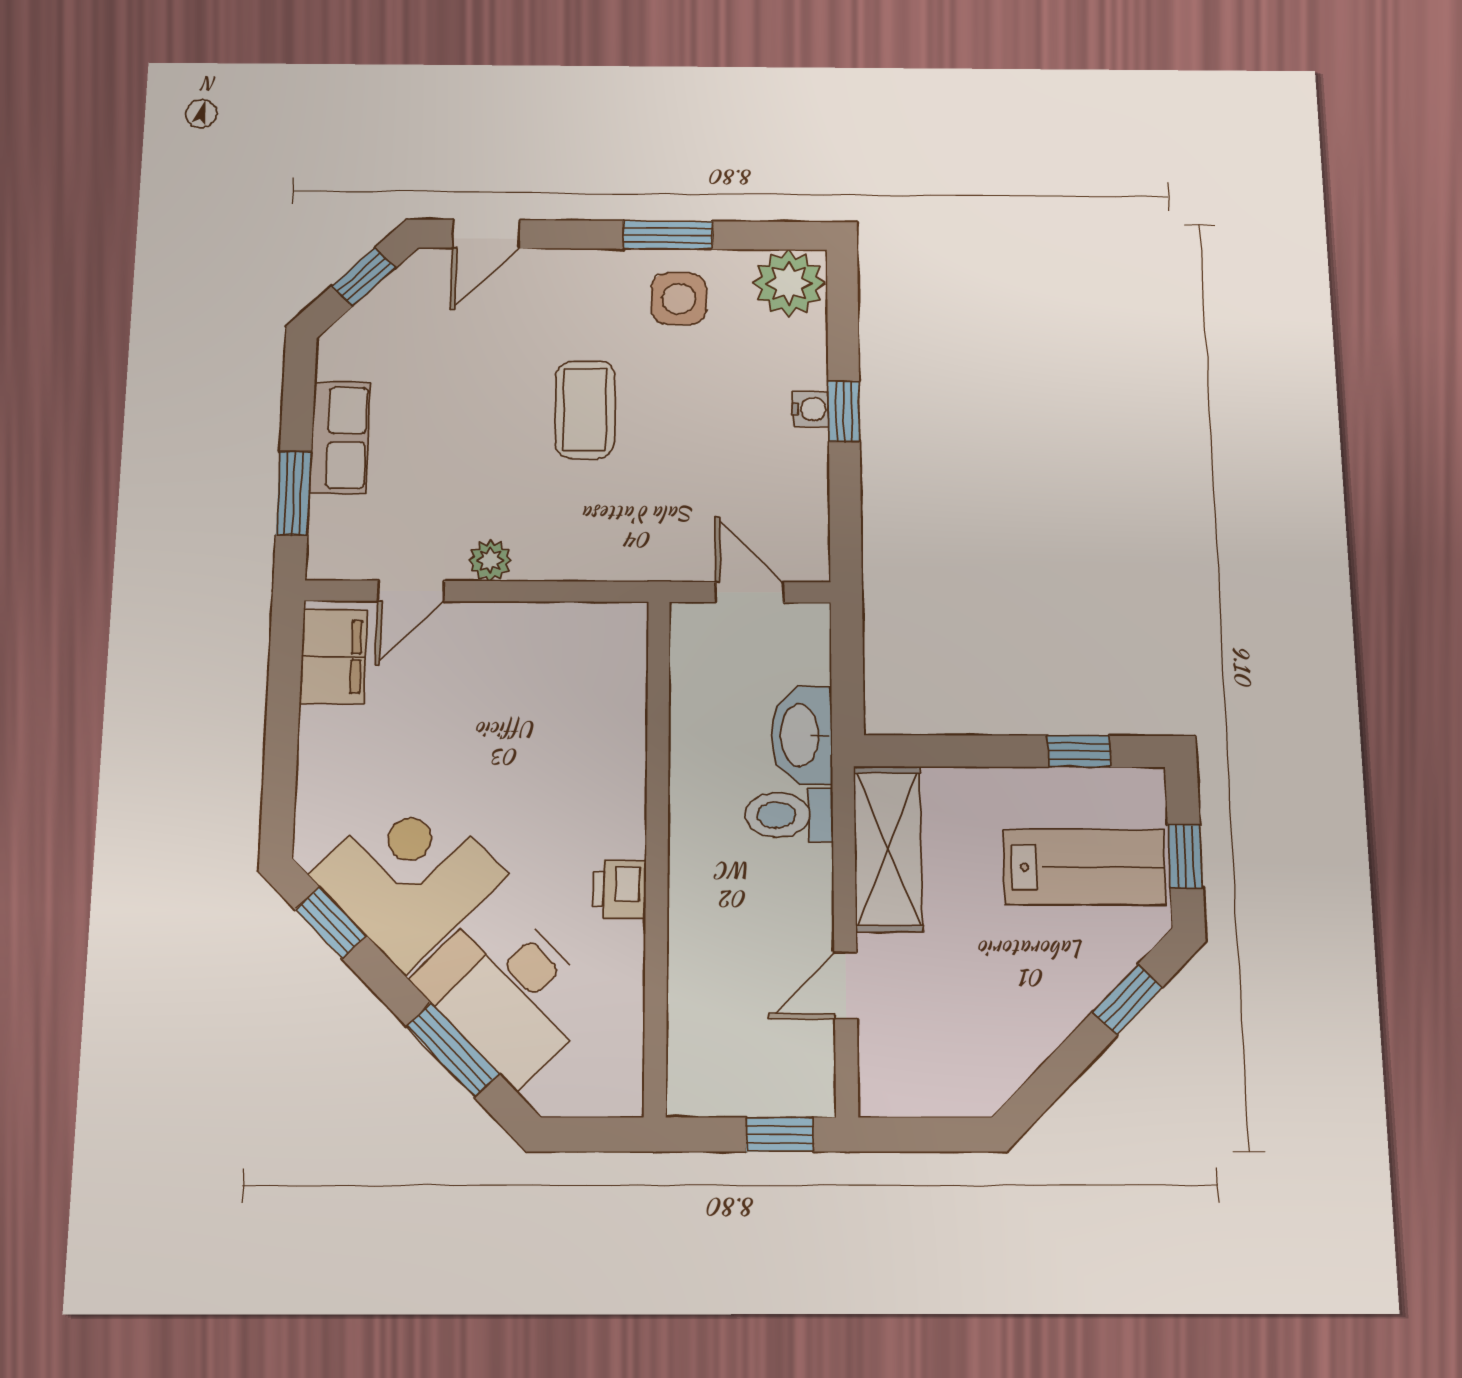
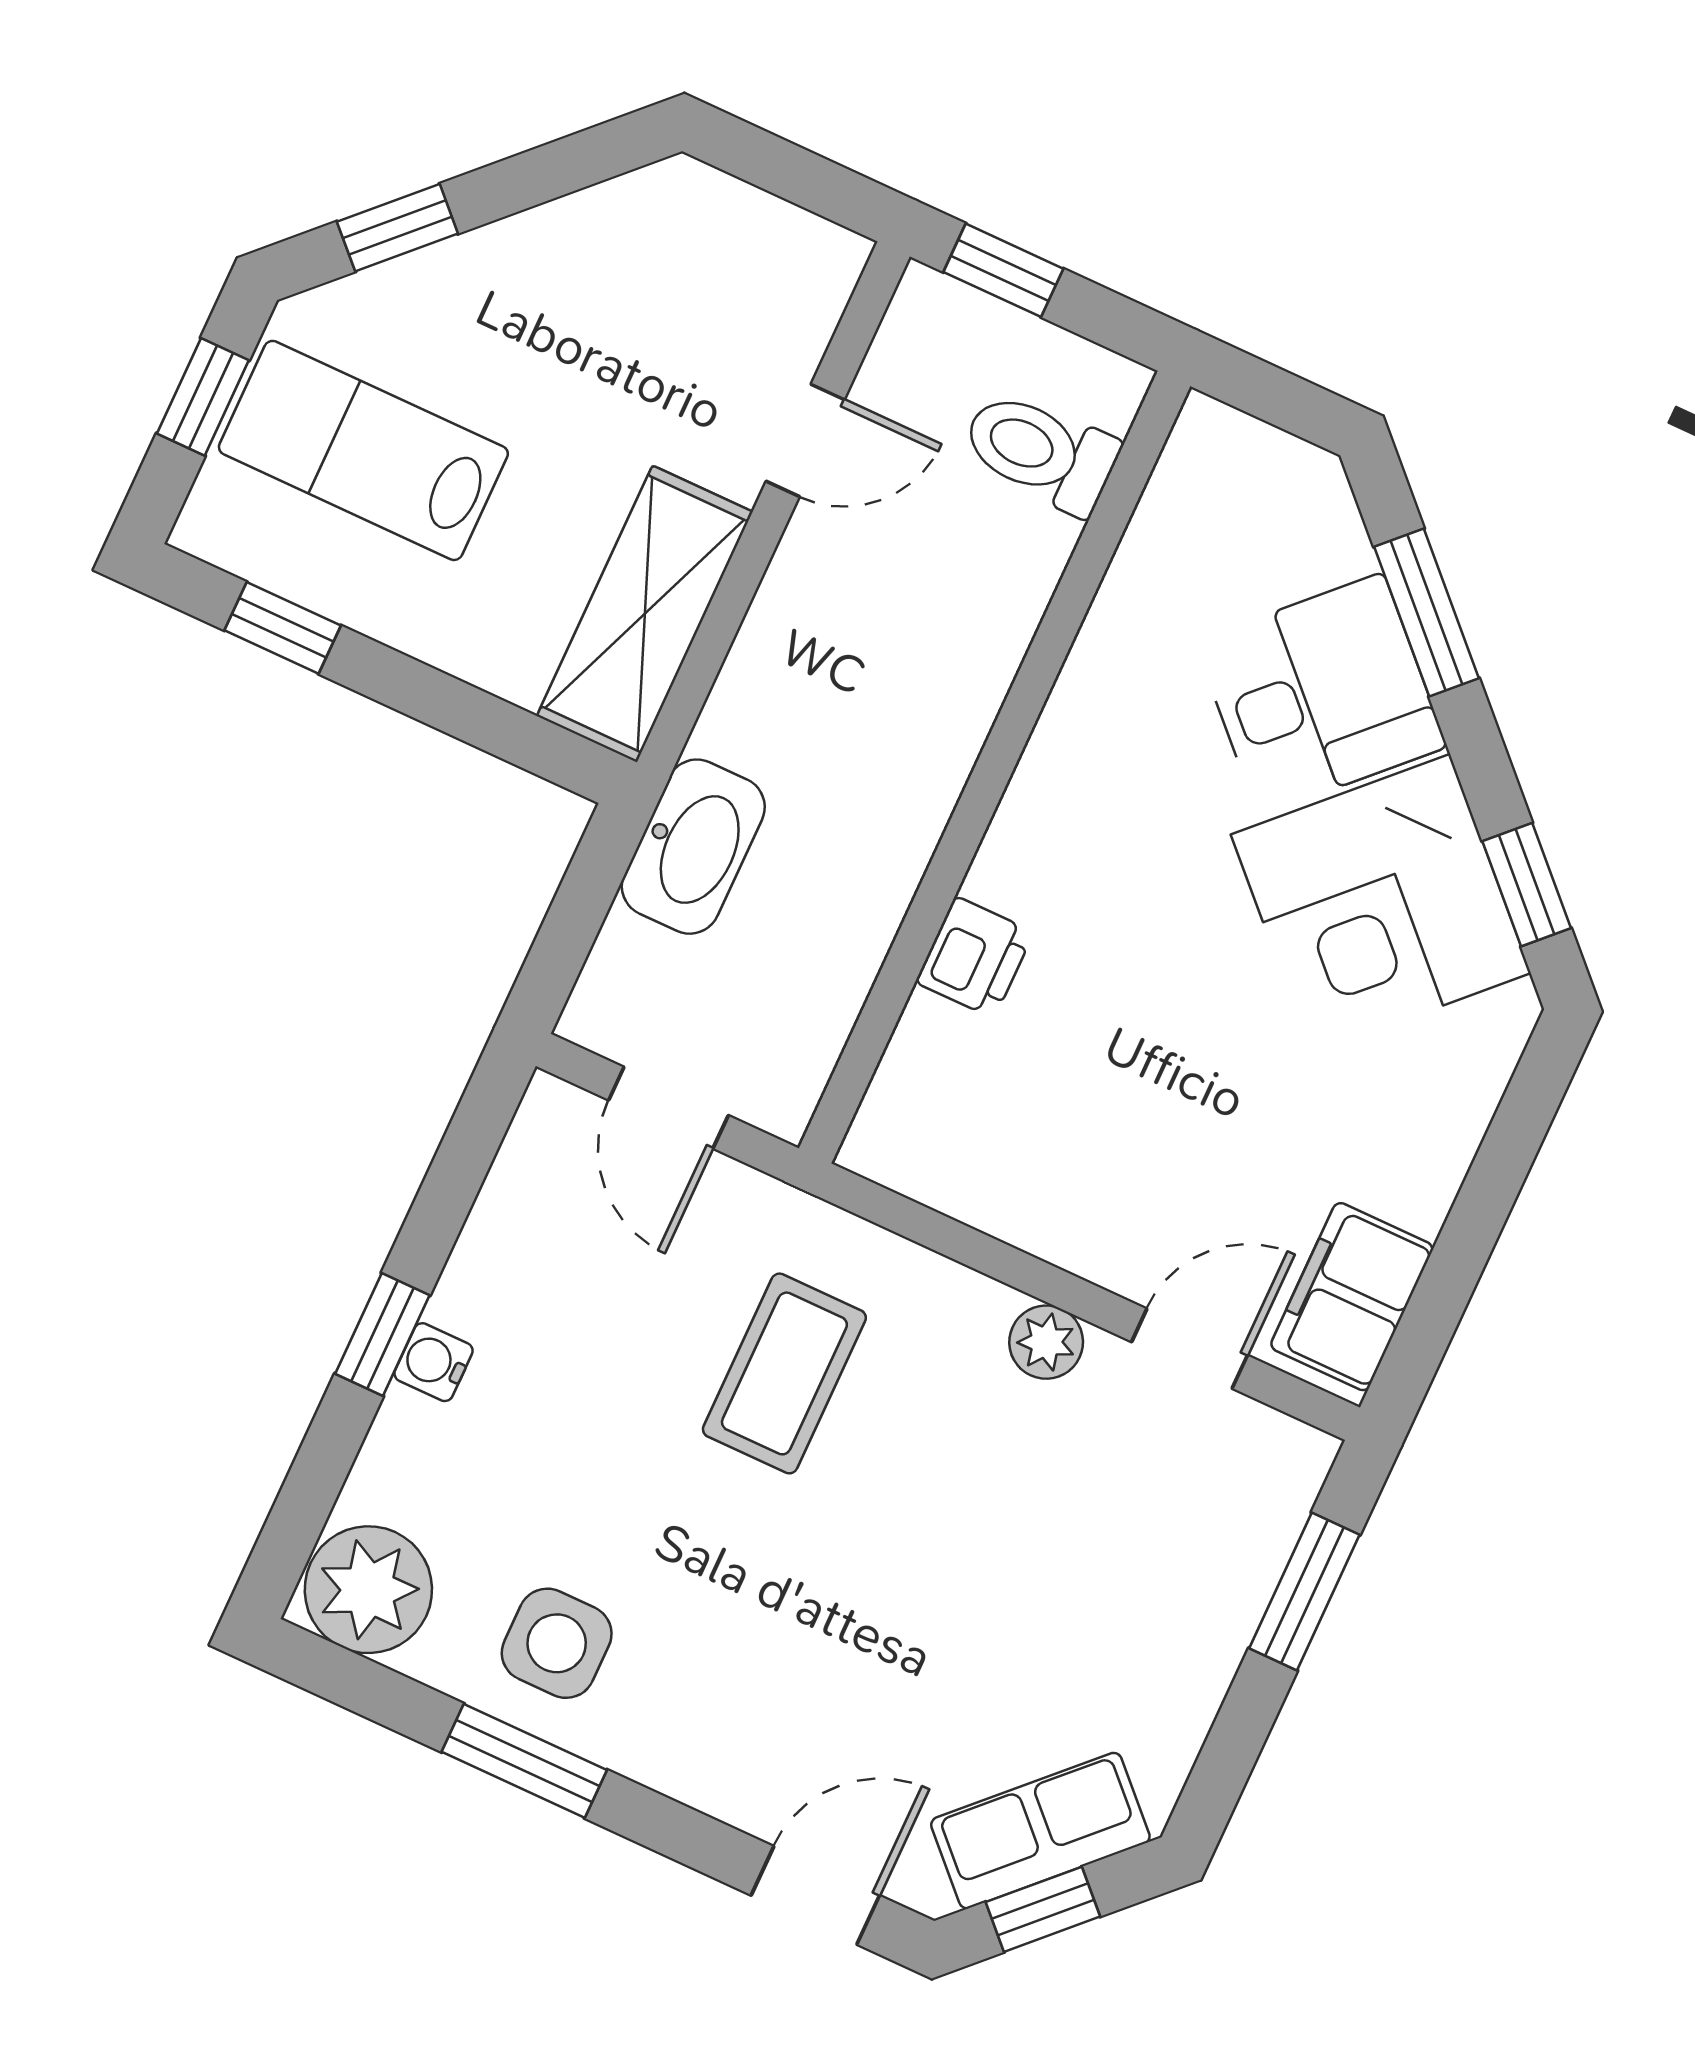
coffee table: (585, 410) -> (784, 1373), moved
row of seats: (340, 438) -> (1040, 1831), moved, turned 45
toilet: (789, 815) -> (1040, 452), moved, turned 180
printer: (619, 889) -> (975, 957), moved
desk: (508, 991) -> (1321, 694), width x0.73

